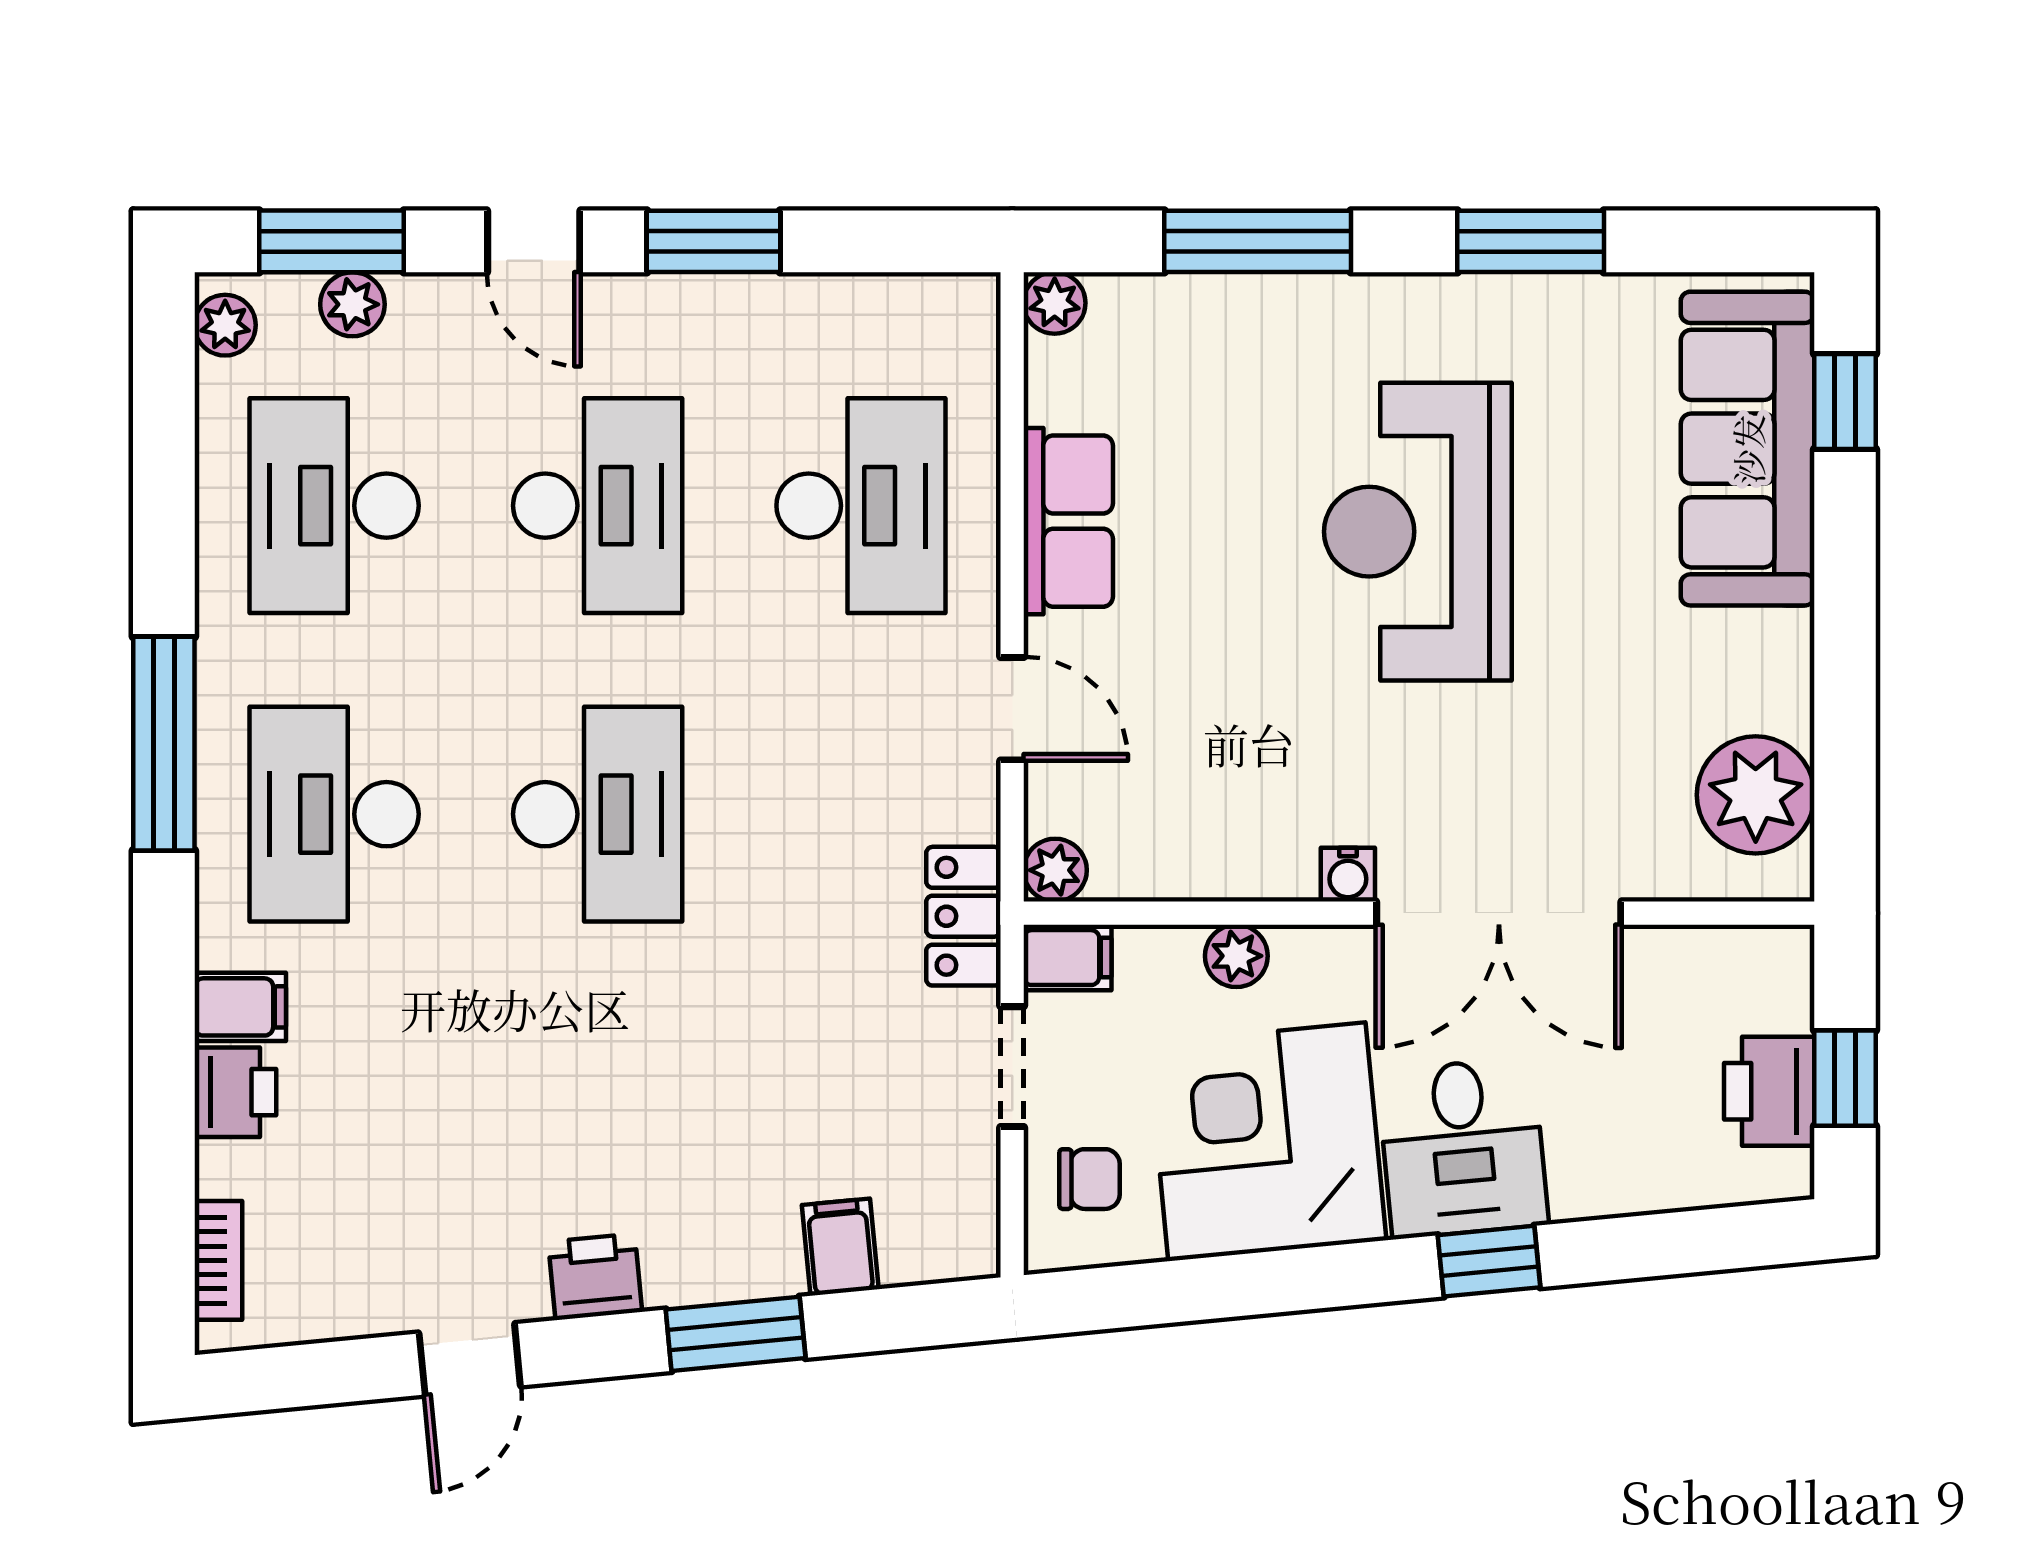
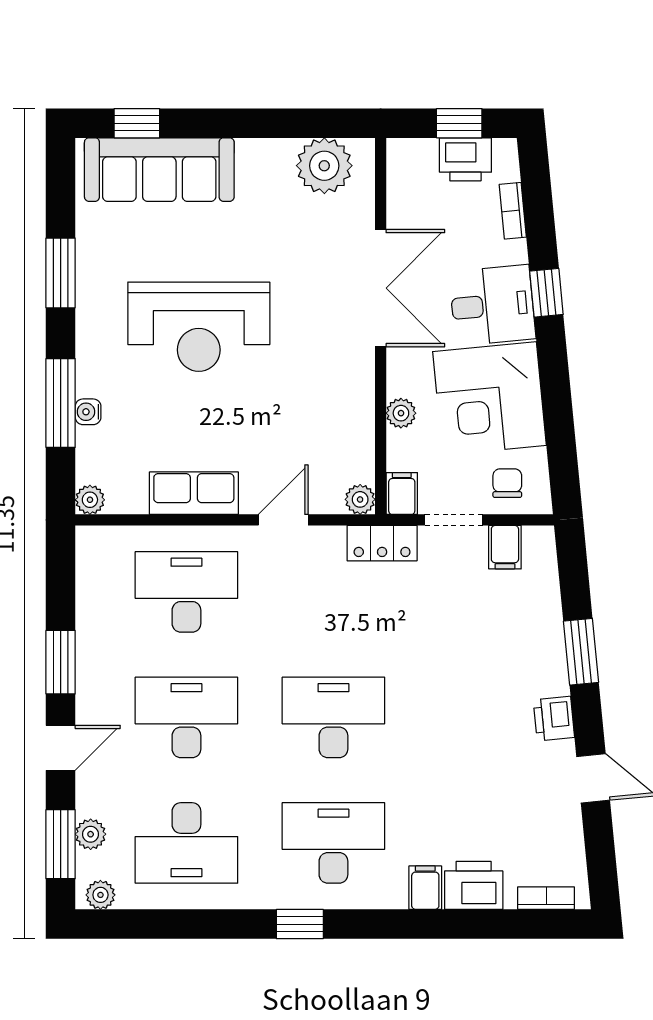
window: (164, 744) -> (300, 924), width x0.46
desk: (334, 814) -> (333, 843), turned 180
water cooler: (1348, 875) -> (88, 412), moved, turned 180
printer: (235, 1092) -> (474, 885), width x1.36, depth x1.24
bookcase: (1661, 1191) -> (513, 211), added
filing cabinet: (840, 1247) -> (505, 547), moved, turned -84

